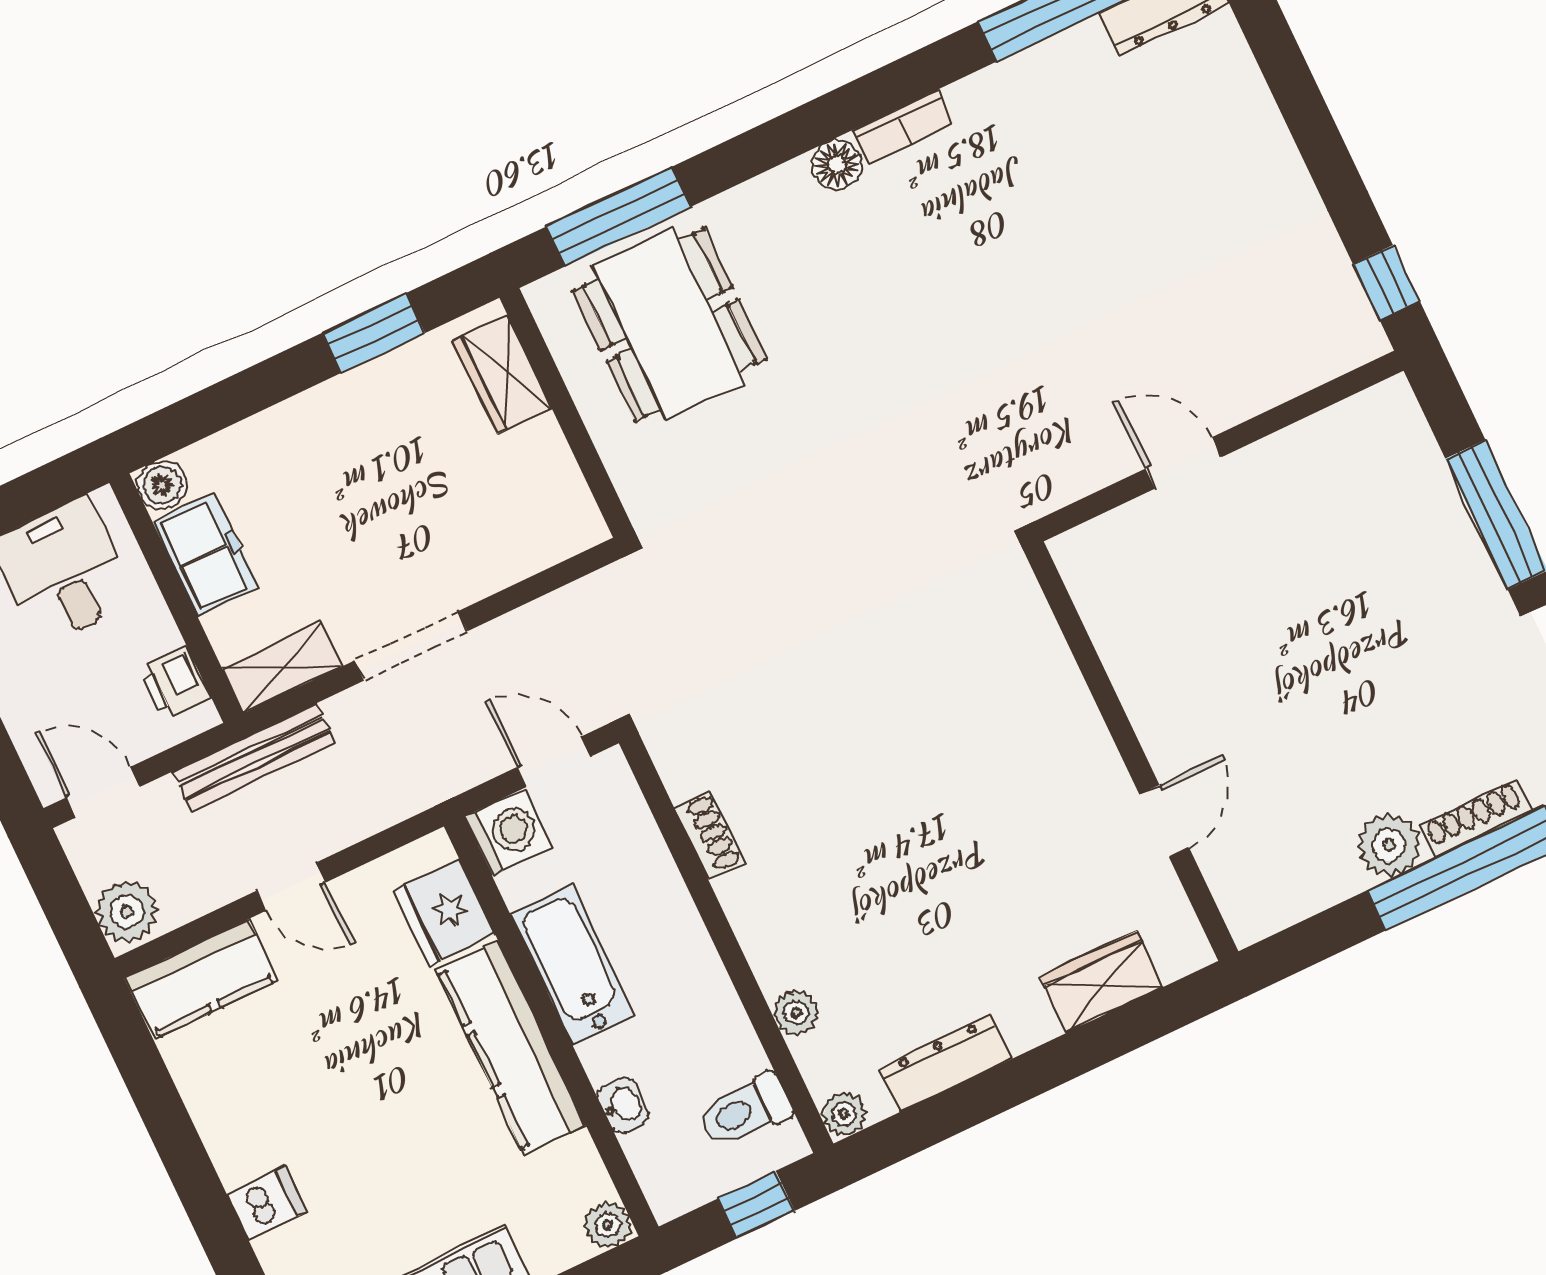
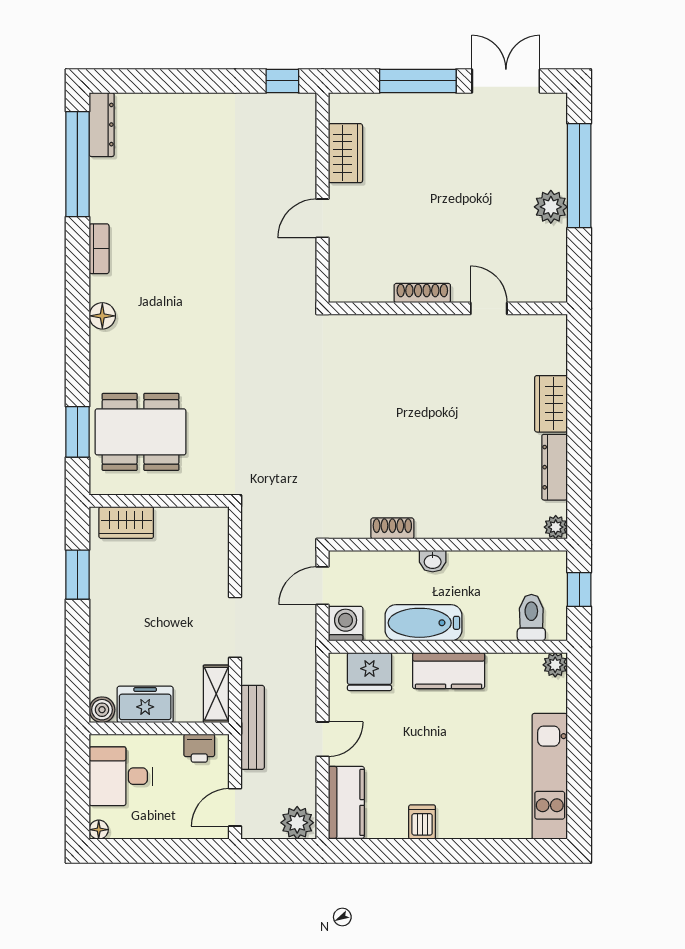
bookcase: (903, 127) -> (99, 249), moved
window: (618, 217) -> (77, 432), width x0.69
wardrobe: (1314, 449) -> (345, 153), added
shoe rack: (1476, 819) -> (422, 293), moved, turned 90
wardrobe: (1102, 982) -> (551, 404), moved
plant: (796, 1013) -> (497, 527), removed
kitchen counter: (511, 1047) -> (449, 671), width x0.67
washbasin: (623, 1105) -> (433, 561), moved, turned 180
toilet: (745, 1111) -> (531, 618), moved, turned 180
dishwasher: (267, 1203) -> (422, 822), moved

